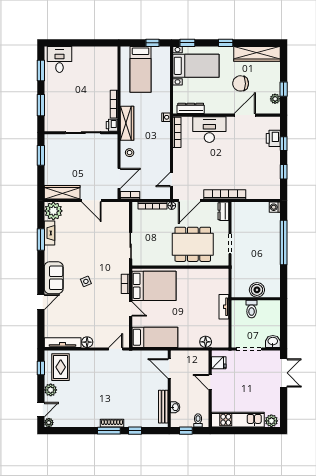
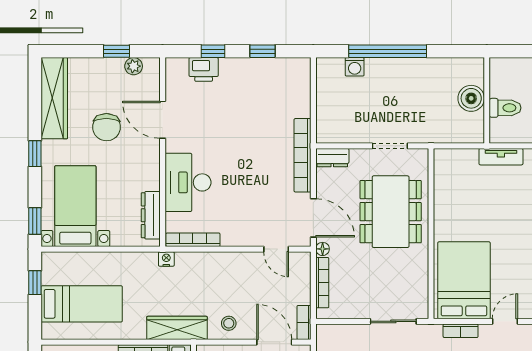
washing machine: (275, 207) -> (355, 67), moved

